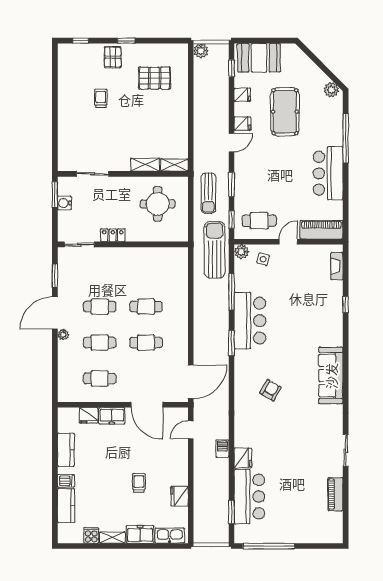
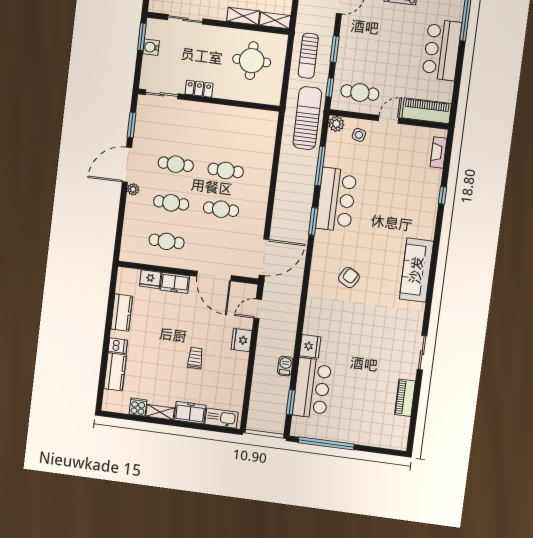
barbecue: (222, 449) -> (285, 366), moved
fridge: (179, 496) -> (242, 340), moved

